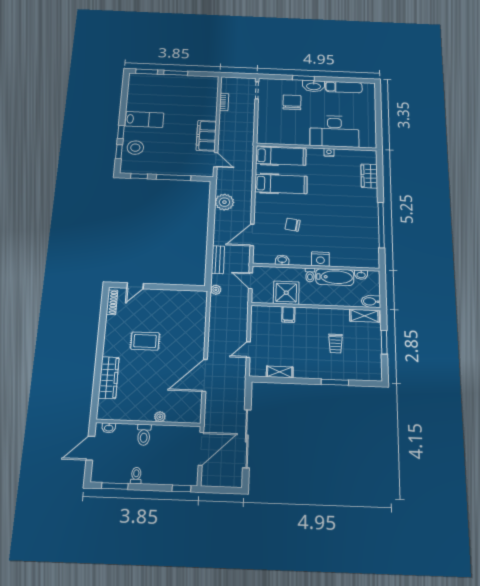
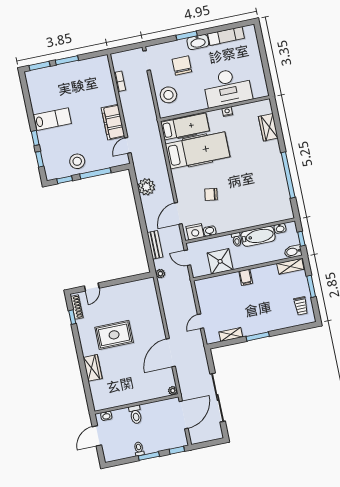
stool: (271, 124) -> (168, 95), added
stool: (135, 148) -> (77, 161), moved
door: (216, 160) -> (128, 145), swing flipped
hospital bed: (281, 184) -> (198, 150), width x1.37, depth x1.29
nightstand: (320, 259) -> (195, 232), moved
window: (383, 291) -> (301, 239), added
window: (104, 311) -> (72, 317), added
filing cabinet: (288, 314) -> (246, 277), moved
rug: (145, 341) -> (114, 335), width x1.36, depth x1.43
trolley: (335, 343) -> (301, 306), moved
wardrobe: (109, 378) -> (93, 368), width x0.67
window: (335, 382) -> (258, 336), moved
plant: (160, 417) -> (173, 391), moved
window: (115, 486) -> (149, 456), moved

